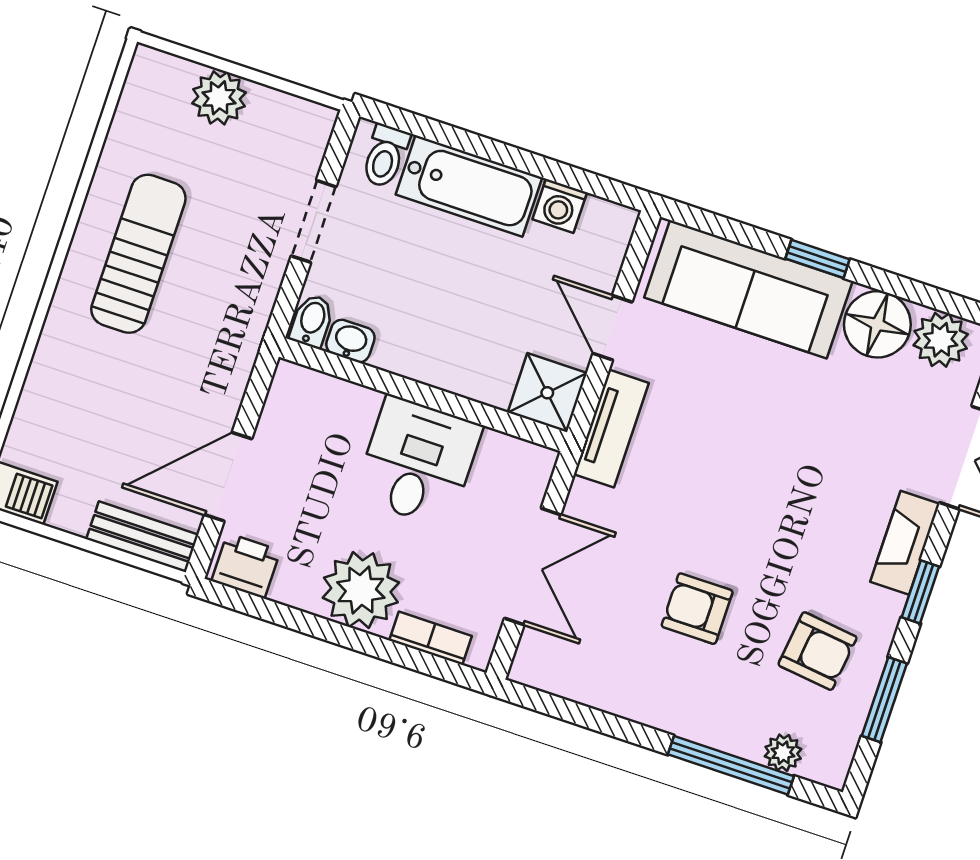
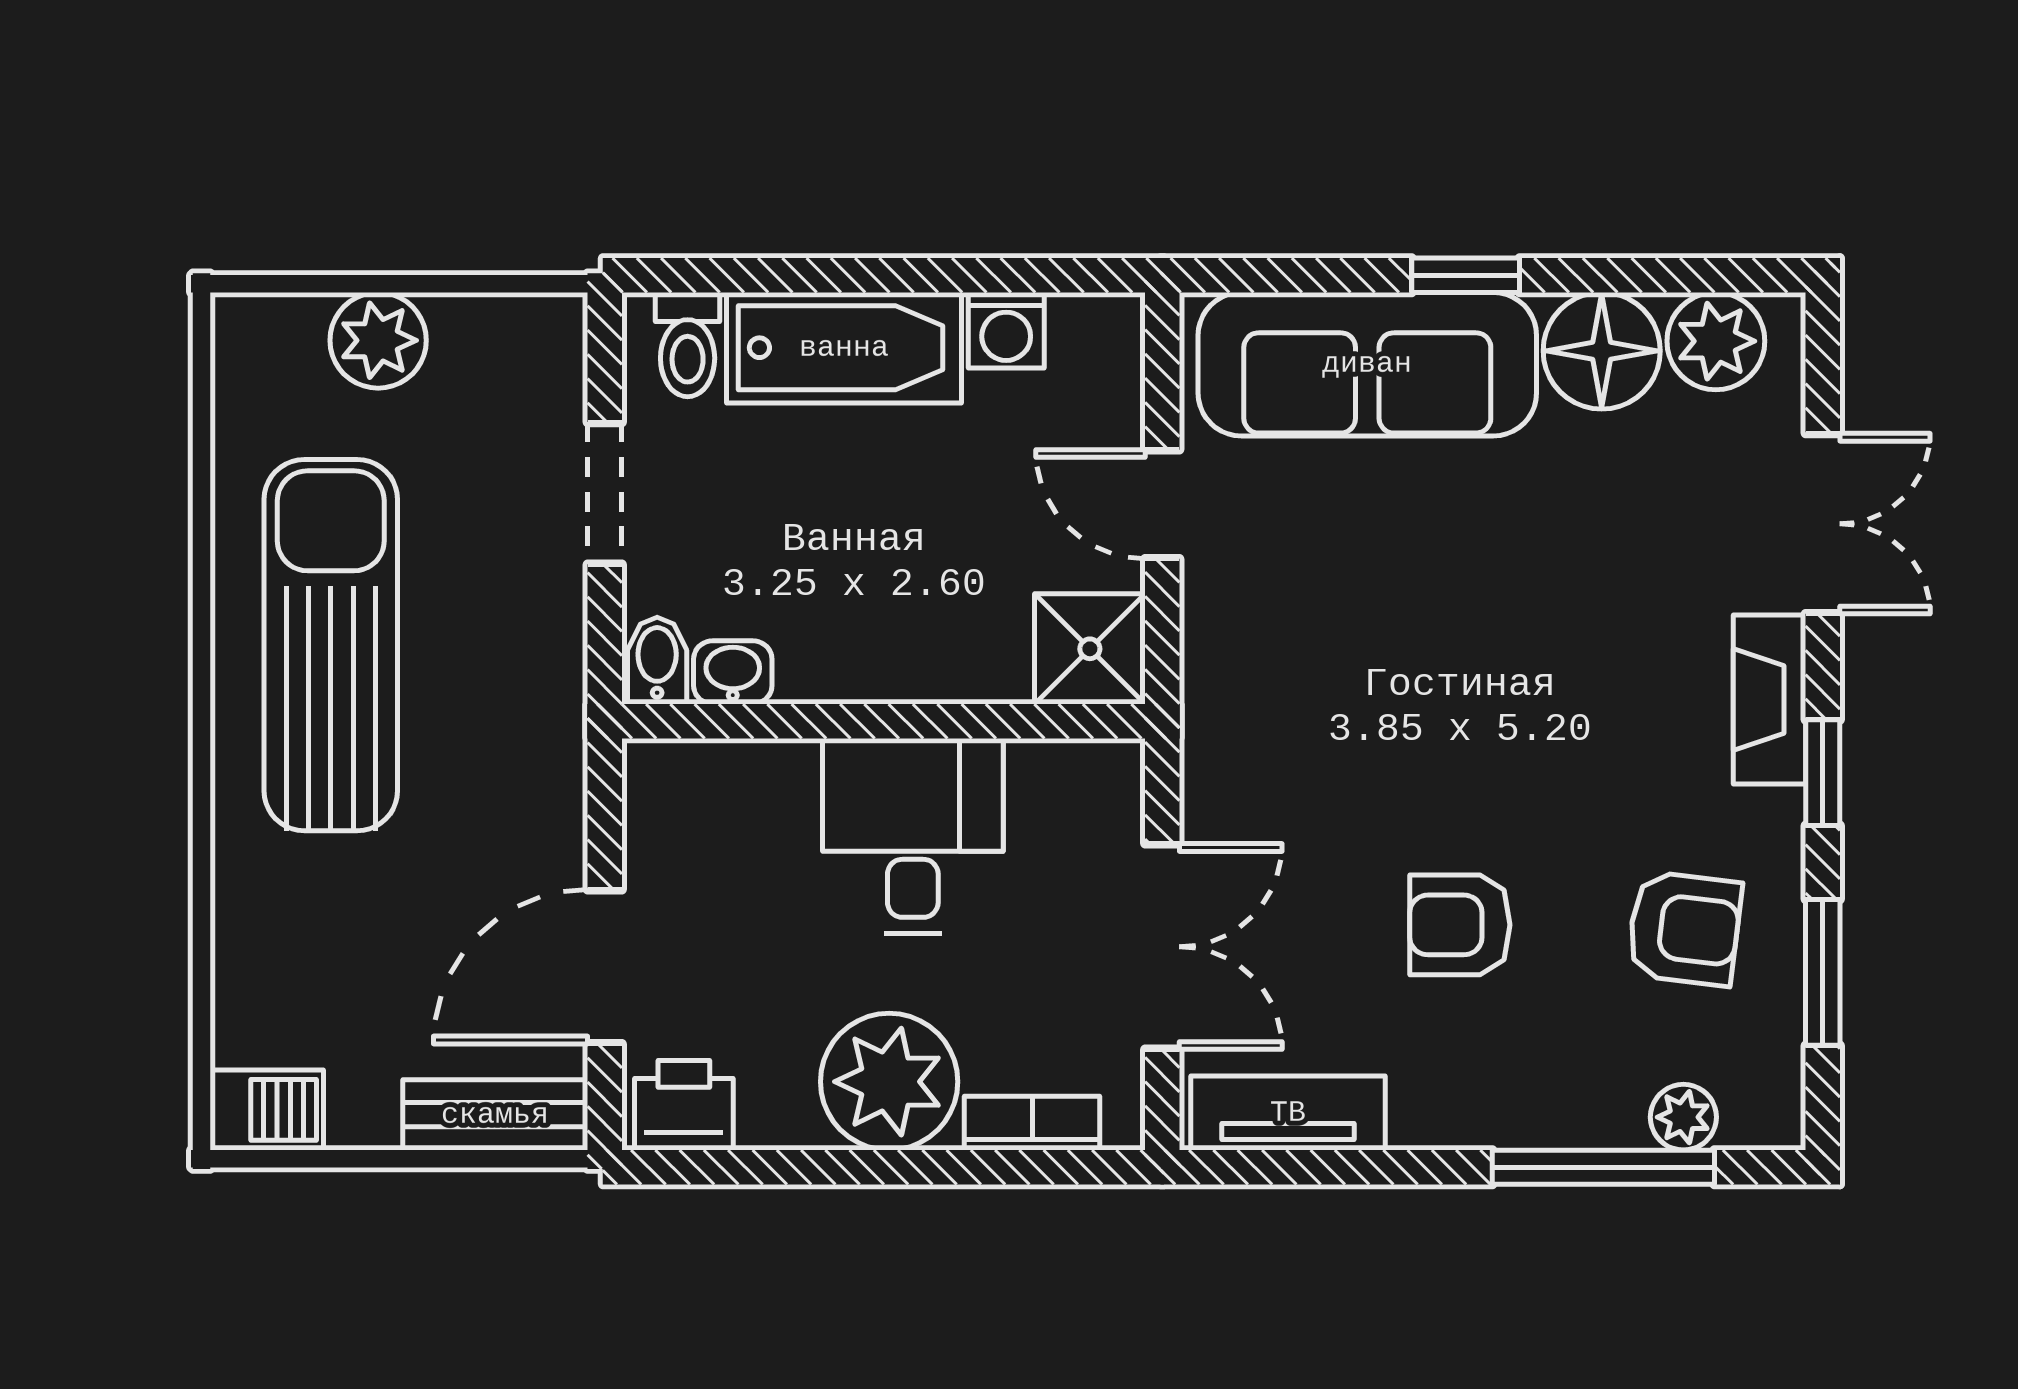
sun lounger: (138, 254) -> (331, 645), width x1.36, depth x1.34
tv unit: (611, 429) -> (1288, 1113), moved, turned -90

